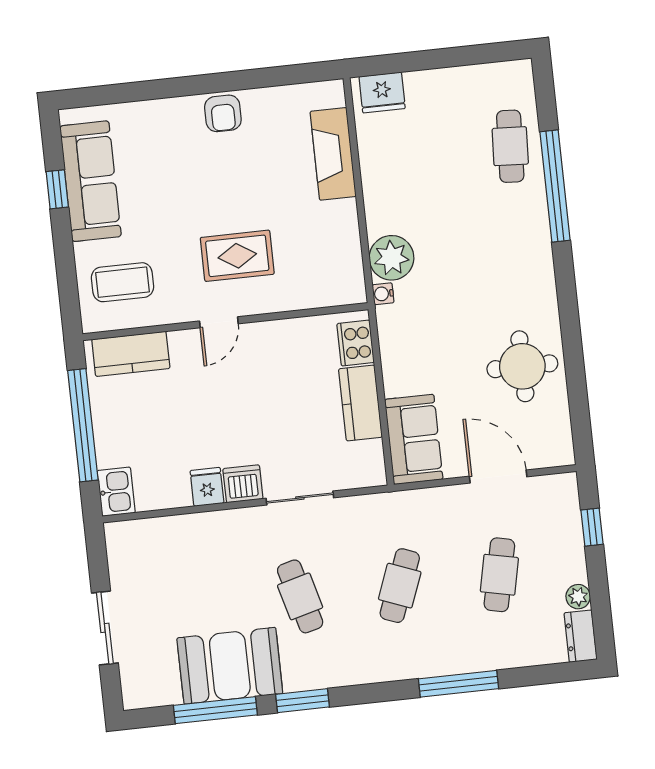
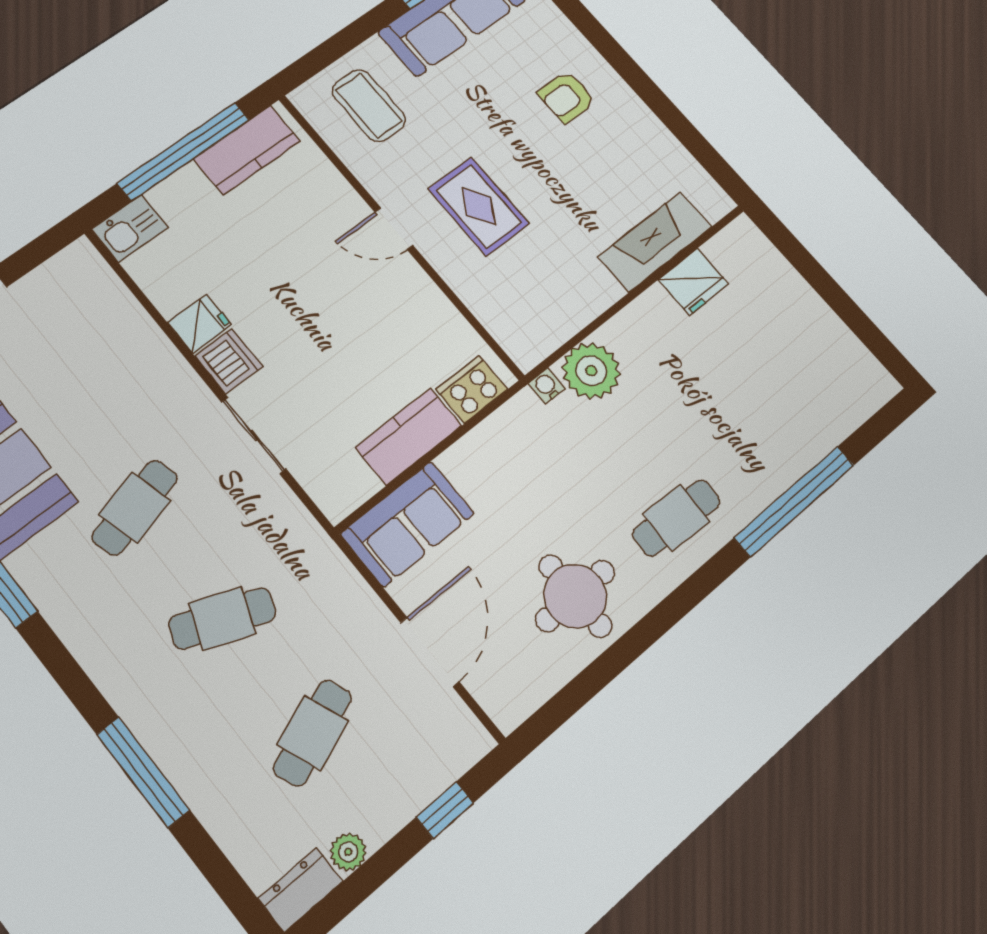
fridge: (382, 93) -> (693, 282), moved, turned -90
armchair: (223, 113) -> (567, 97), moved
cafe table: (510, 146) -> (676, 518), moved
kitchen counter: (131, 354) -> (247, 150), moved, turned -90
cafe table: (499, 575) -> (313, 733), turned -33

